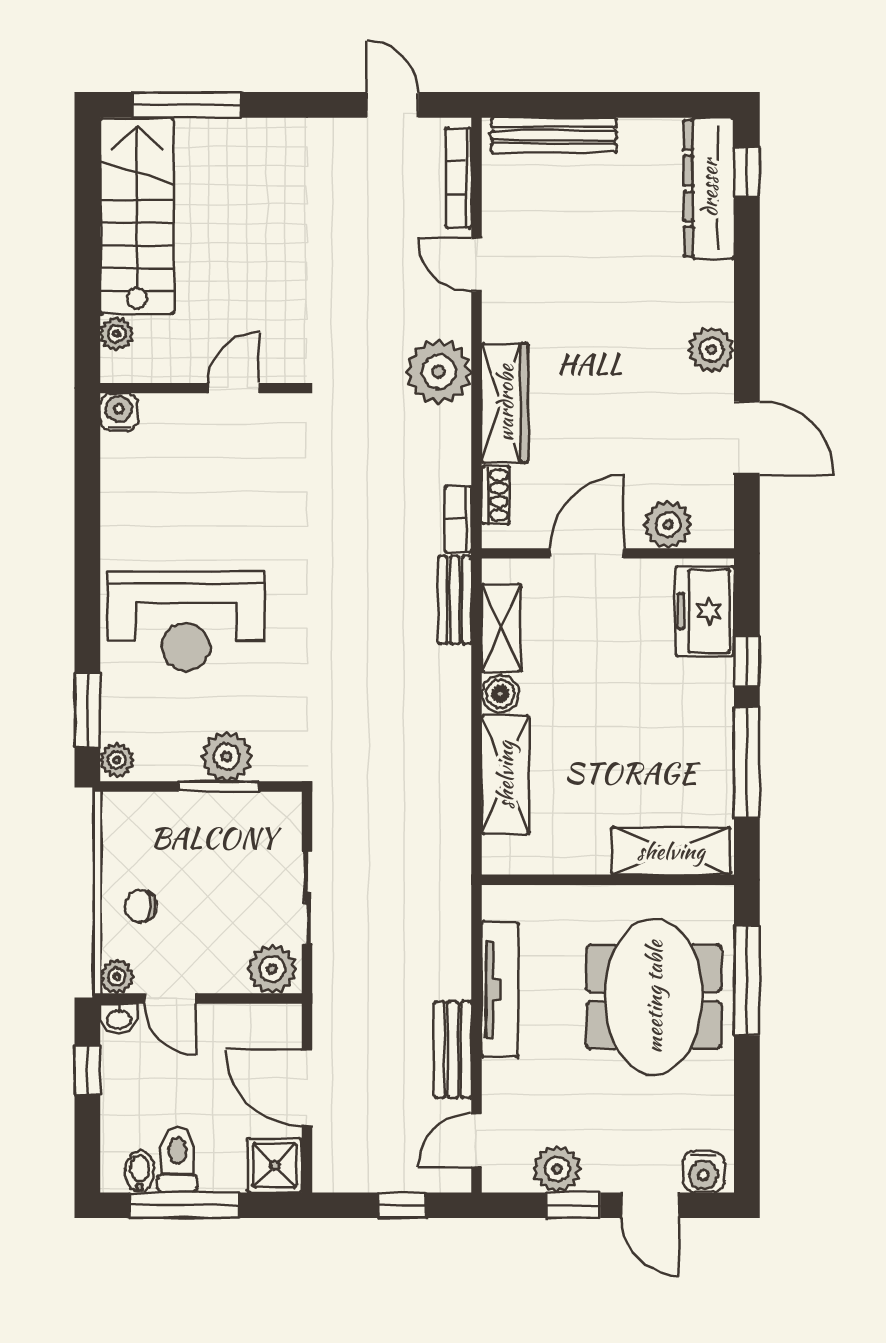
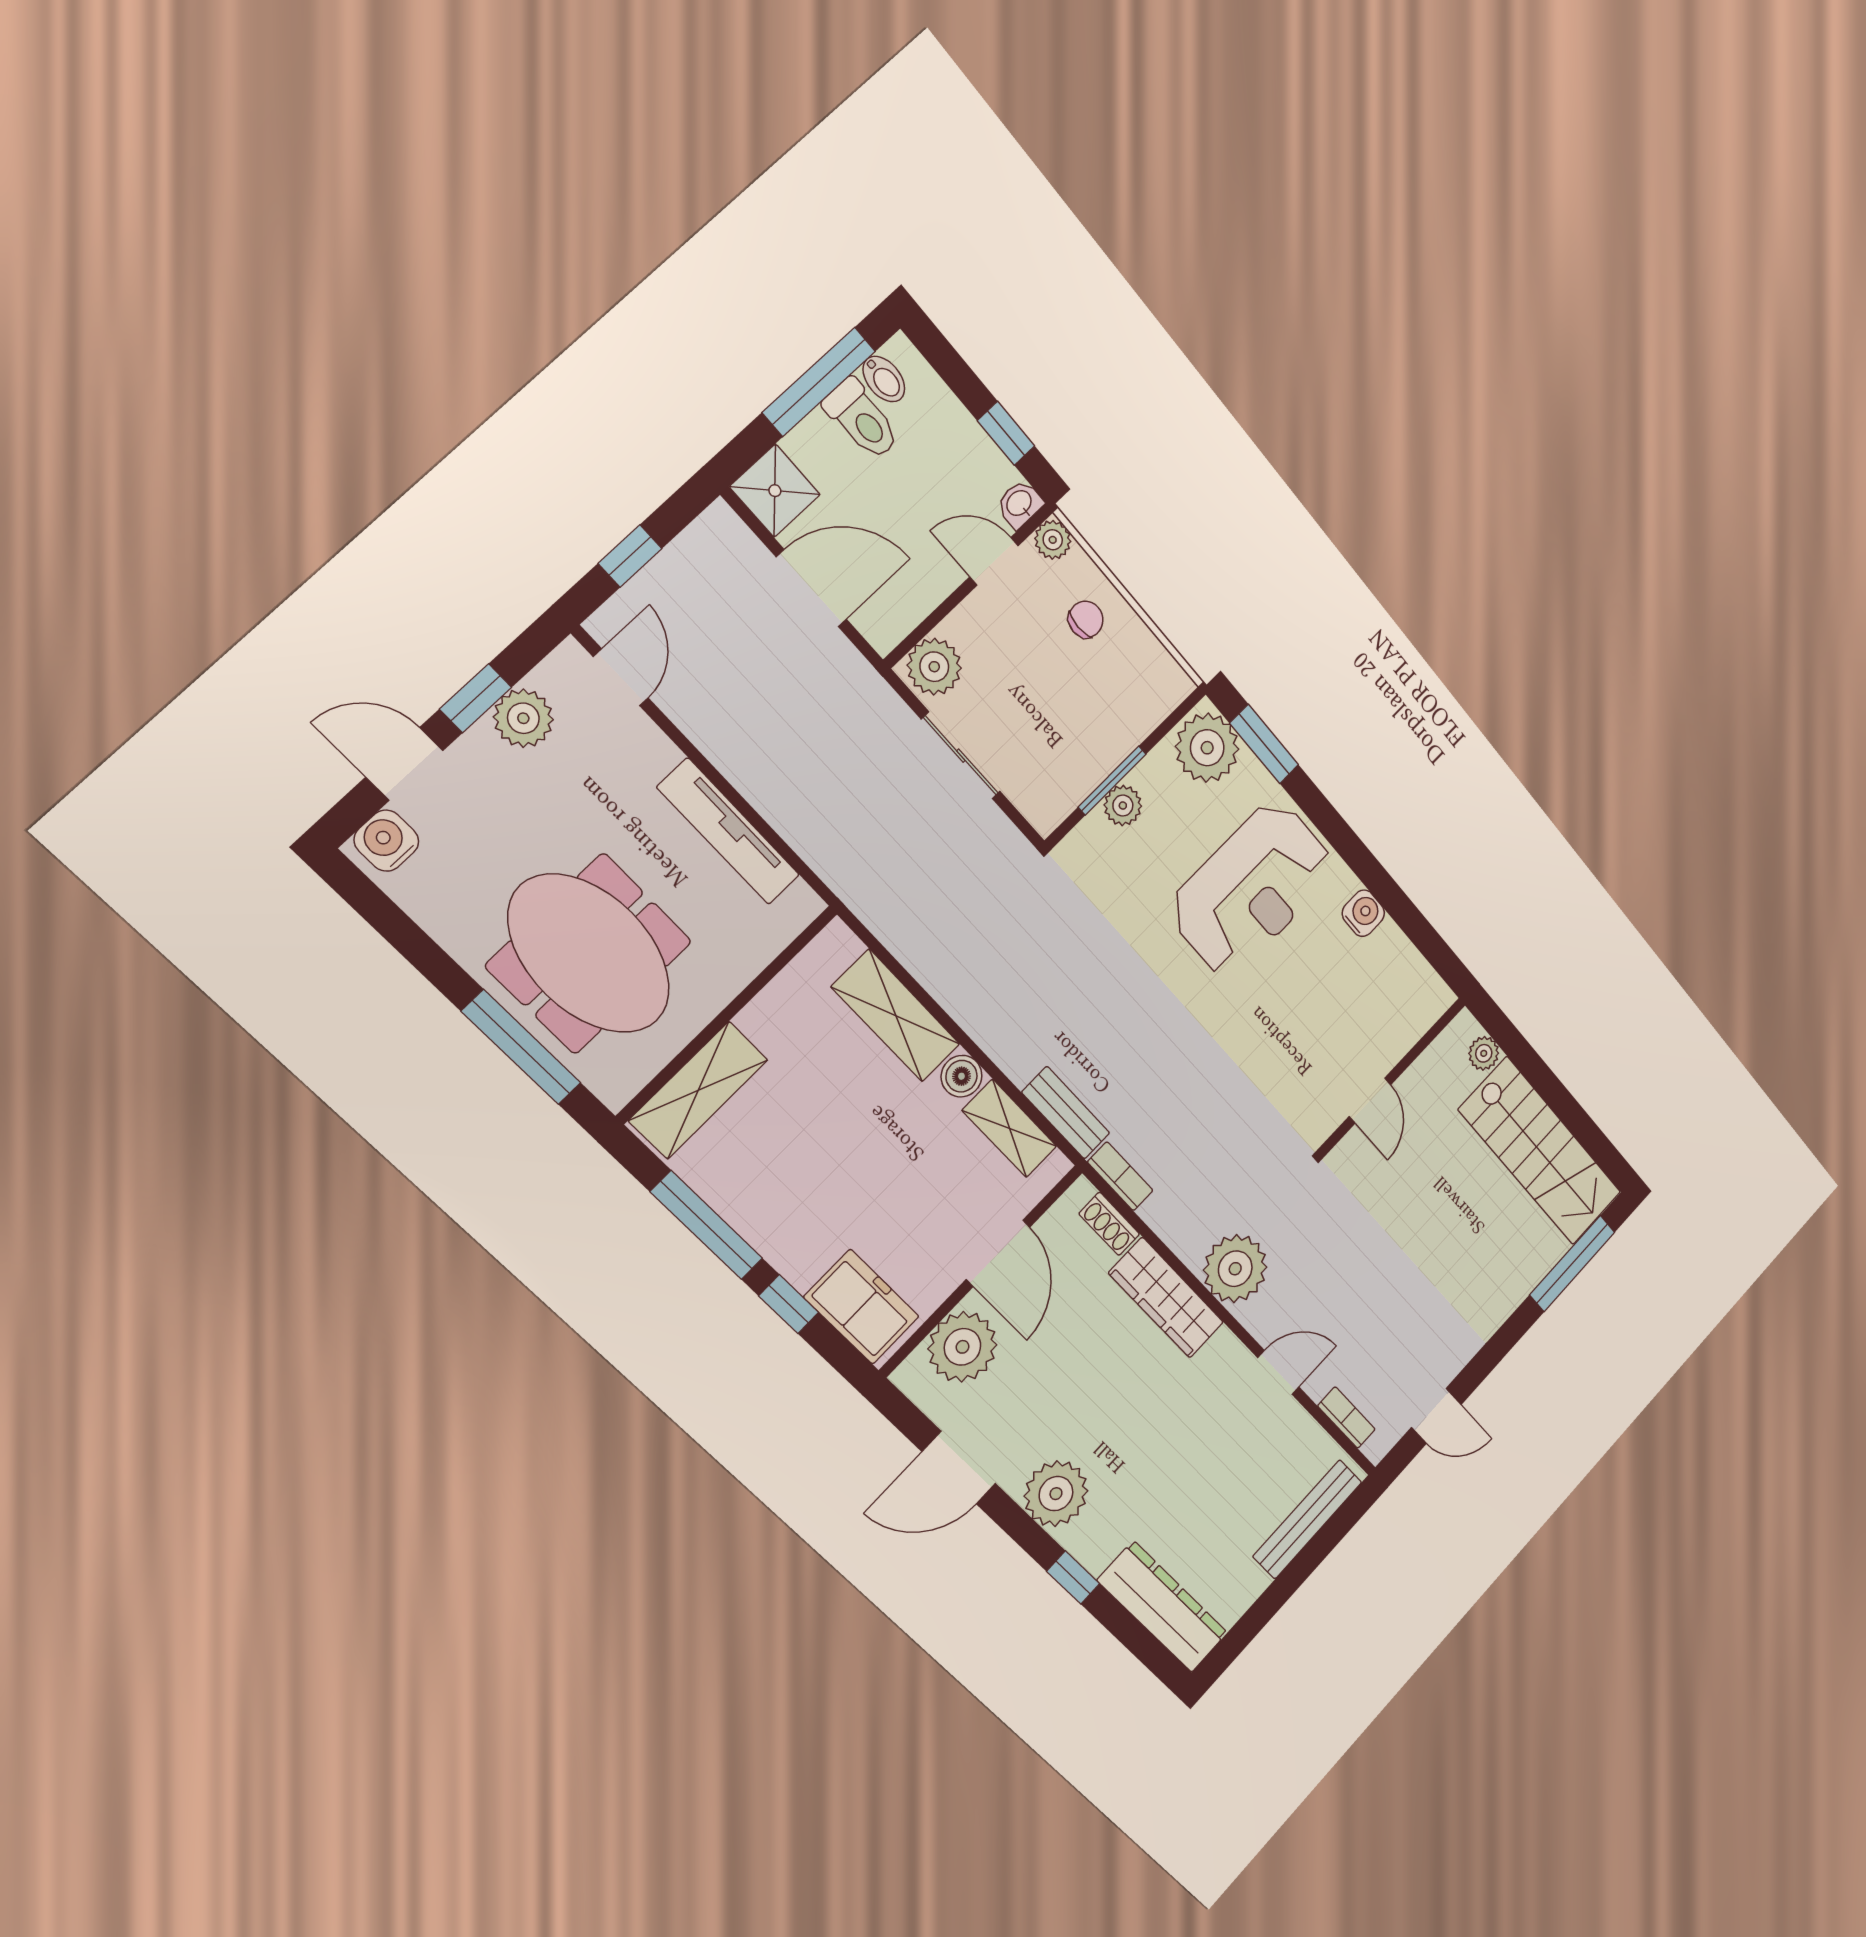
window: (747, 172) -> (1073, 1577), moved
bookcase: (459, 178) -> (1346, 1418), width x0.64
plant: (711, 350) -> (1056, 1494), width x1.36, depth x1.36
water cooler: (119, 412) -> (1363, 913), moved, turned -90
plant: (668, 525) -> (963, 1347), width x1.36, depth x1.36
reception desk: (186, 621) -> (1252, 889), turned 180
plant: (227, 757) -> (1123, 806), width x0.73, depth x0.73
plant: (117, 760) -> (1207, 748), width x1.88, depth x1.88
bench: (453, 1050) -> (719, 740), removed

